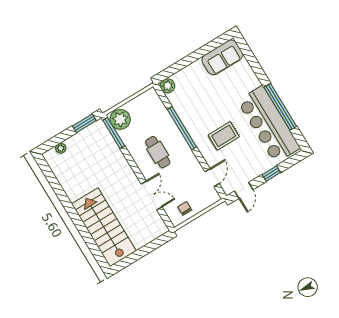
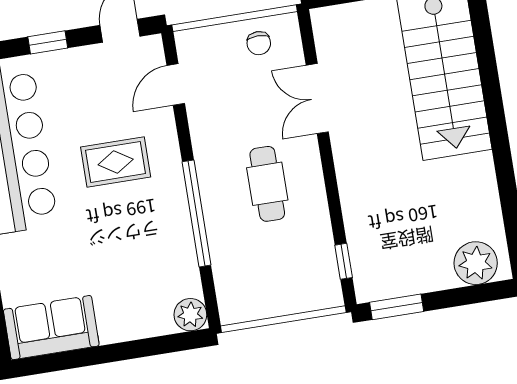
plant: (120, 119) -> (318, 285), removed
window: (114, 133) -> (344, 261), width x0.46
plant: (61, 148) -> (476, 263), width x1.87, depth x1.87

